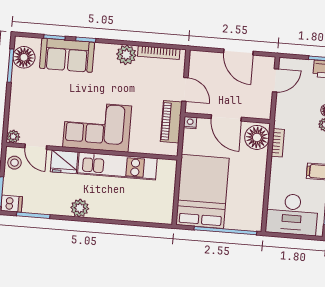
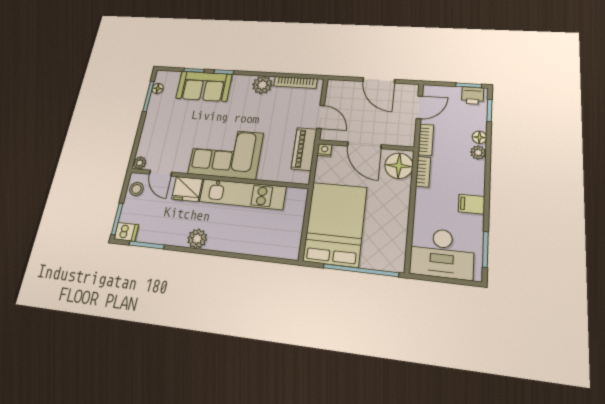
floor lamp: (24, 57) -> (158, 88), width x0.53, depth x0.53
bookcase: (281, 113) -> (426, 140), added

